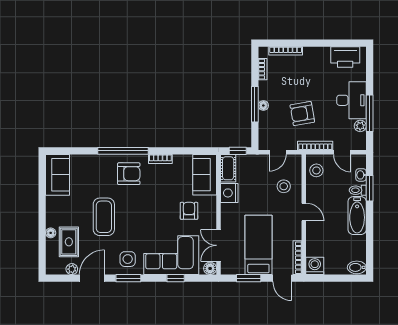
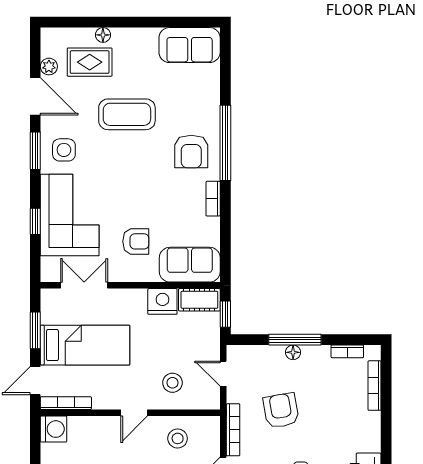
stool: (316, 170) -> (178, 438), moved
floor lamp: (210, 268) -> (50, 273), removed

